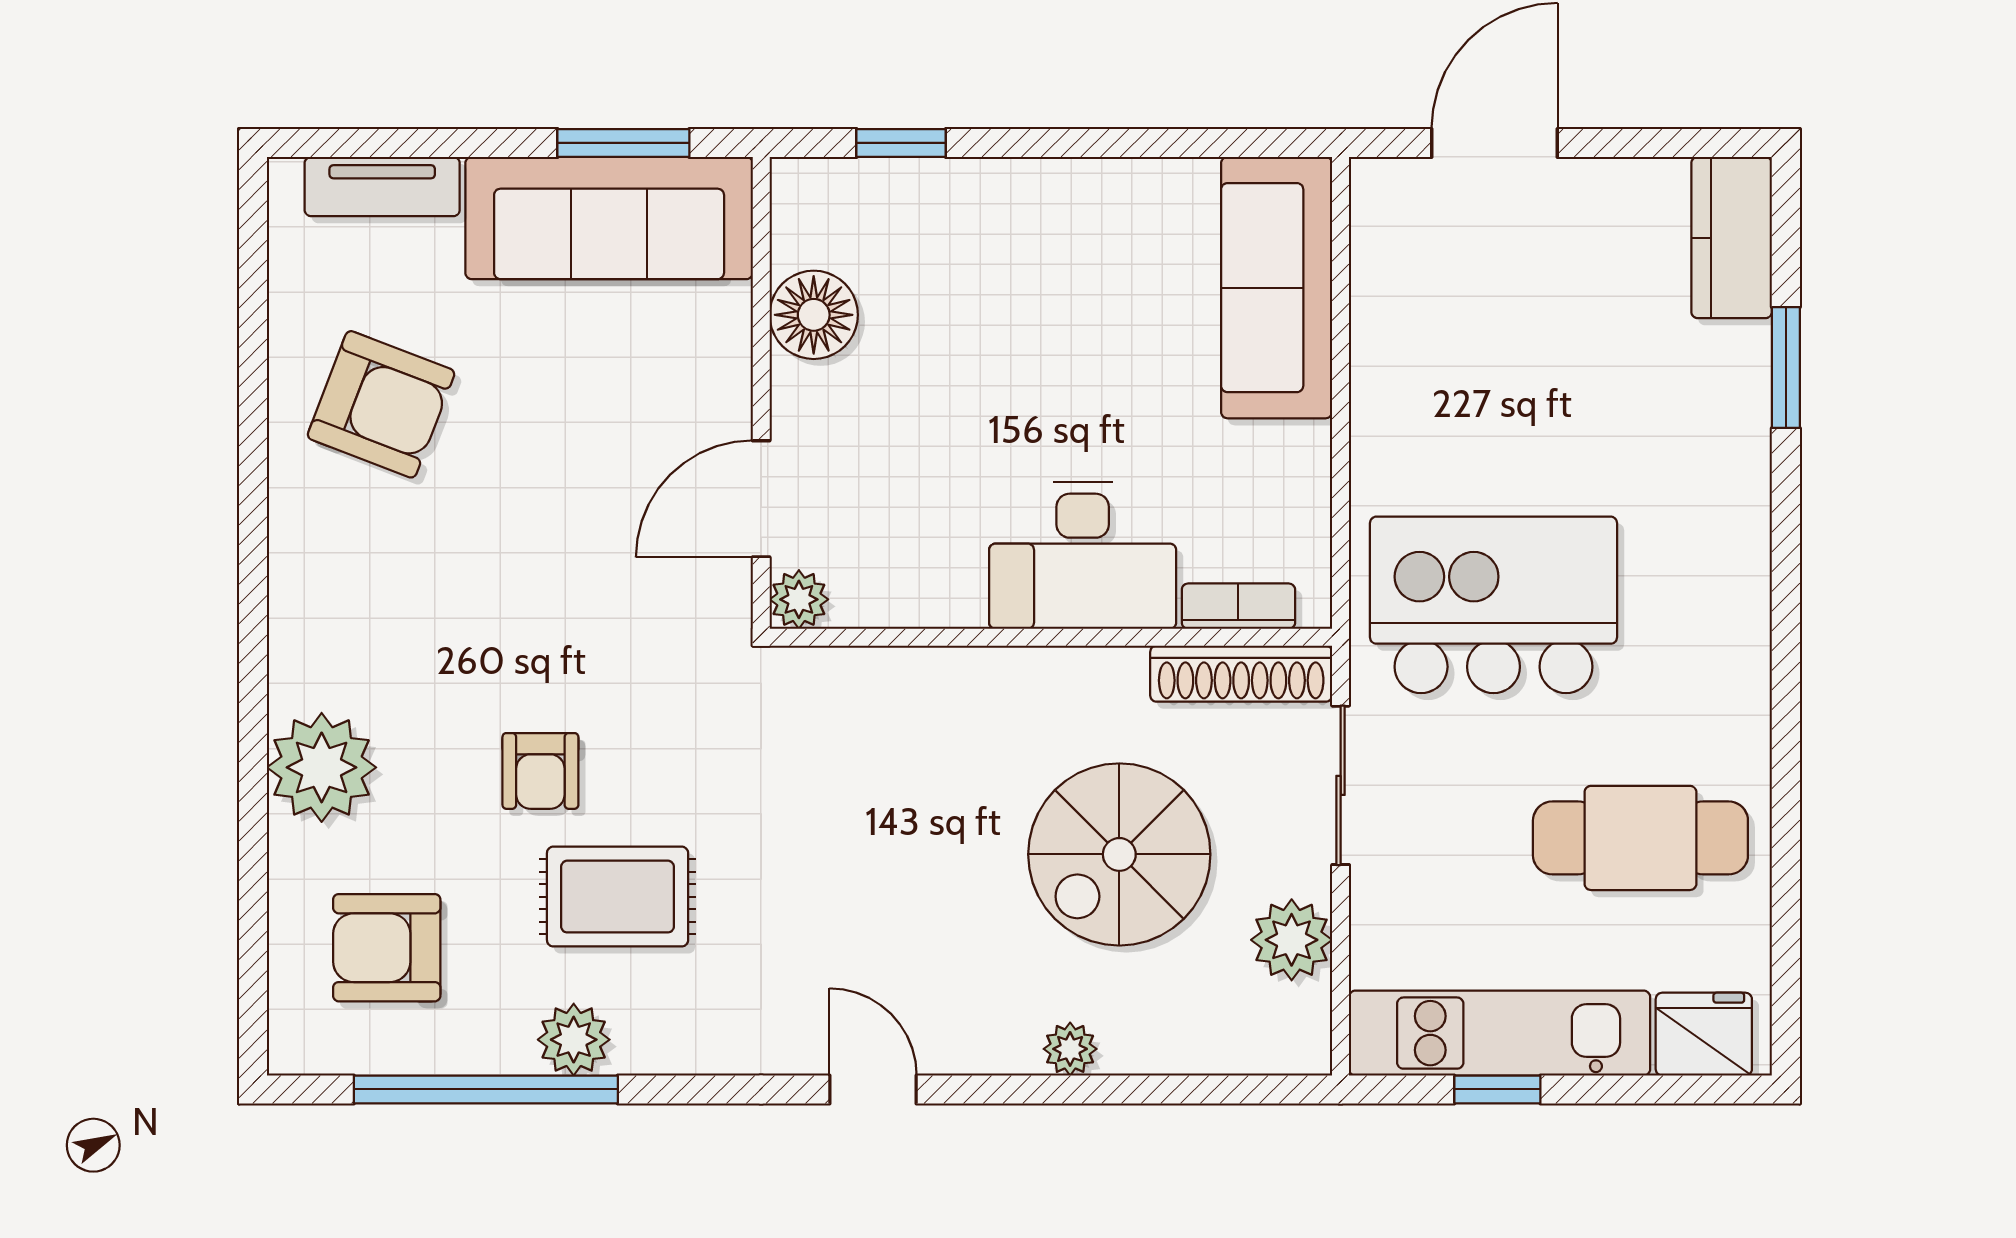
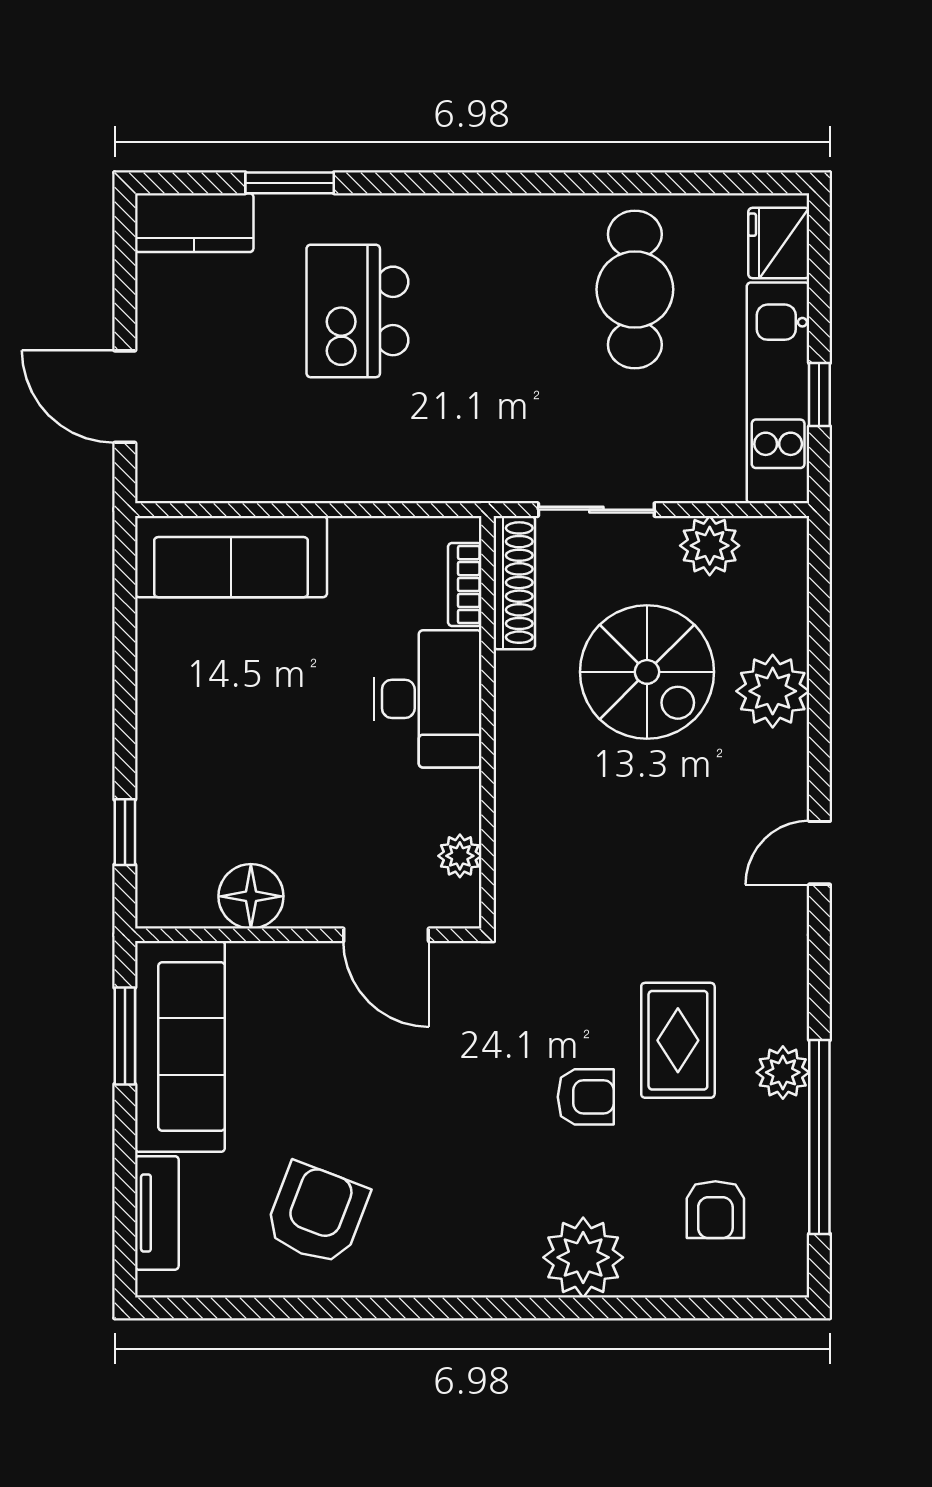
plant: (799, 599) -> (460, 856), moved
kitchen island: (1494, 605) -> (357, 311), moved, width x0.73, depth x0.78
armchair: (387, 948) -> (715, 1210), width x0.72, depth x0.72
plant: (1070, 1049) -> (773, 691), width x1.88, depth x1.88

